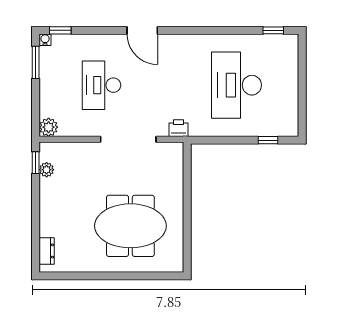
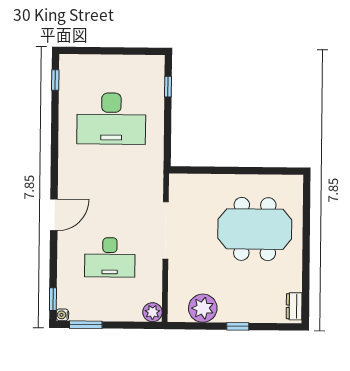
printer: (178, 128) -> (155, 179), removed
window: (36, 163) -> (238, 326), moved
plant: (47, 170) -> (203, 308), width x1.88, depth x1.88
meeting table: (130, 226) -> (255, 229), turned 90
dresser: (47, 251) -> (294, 306), moved, turned -90

